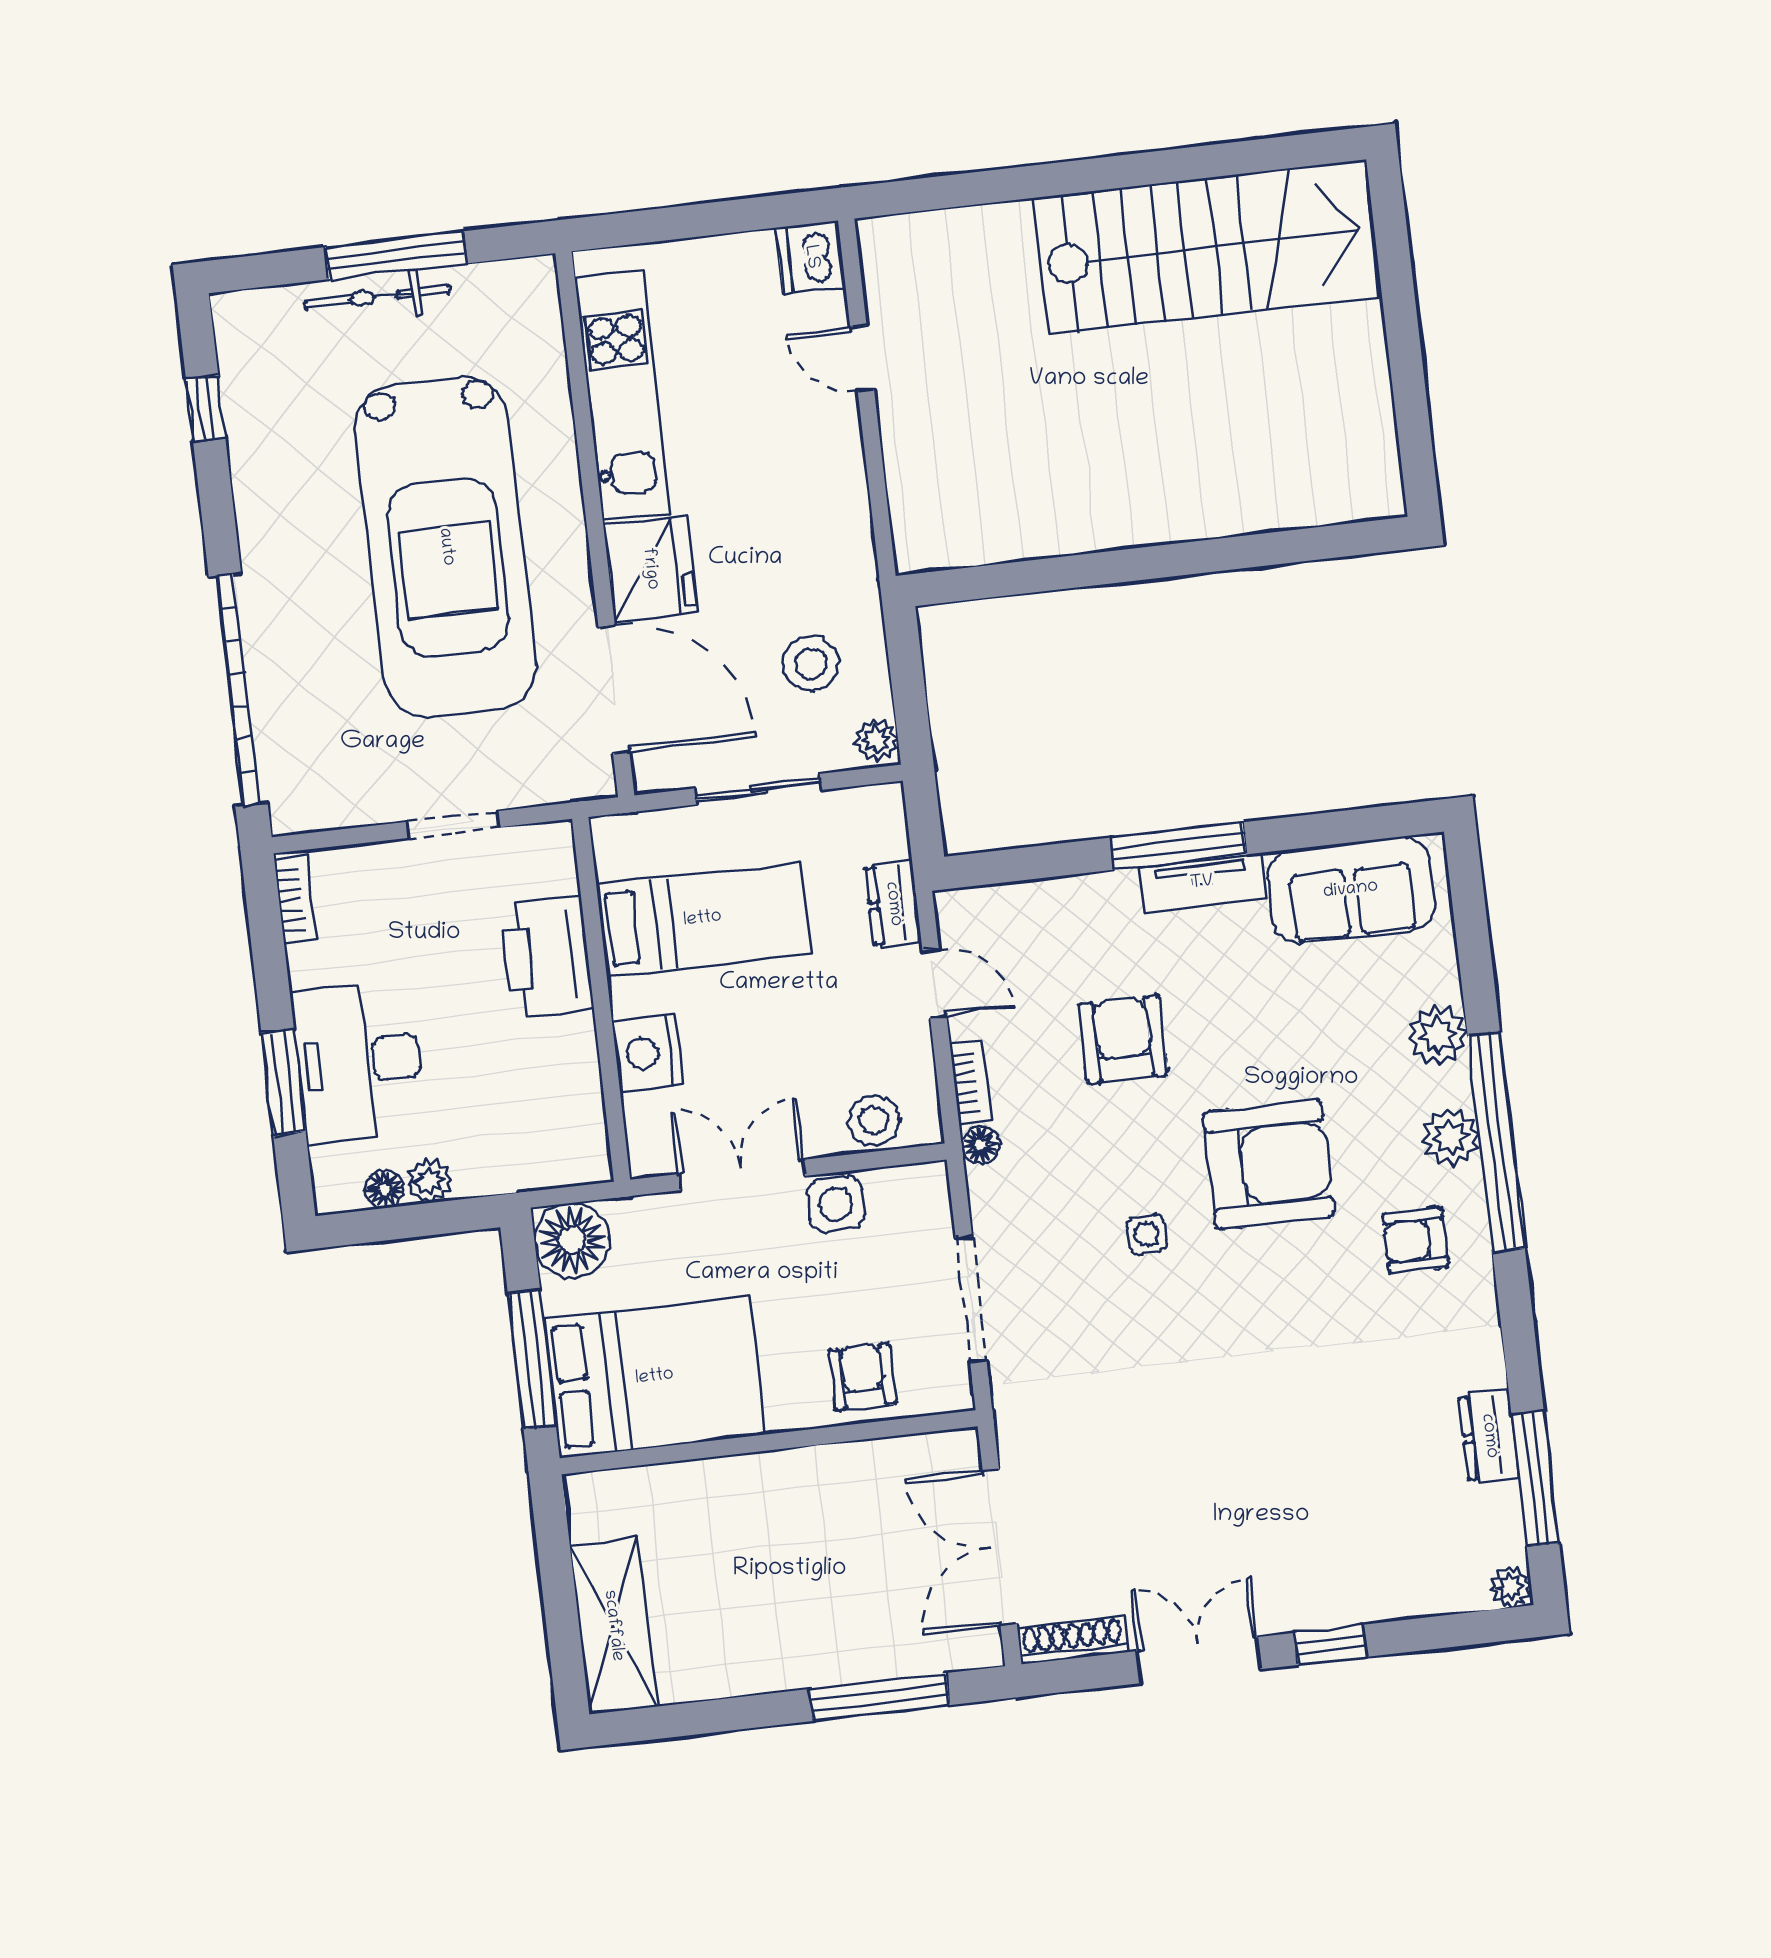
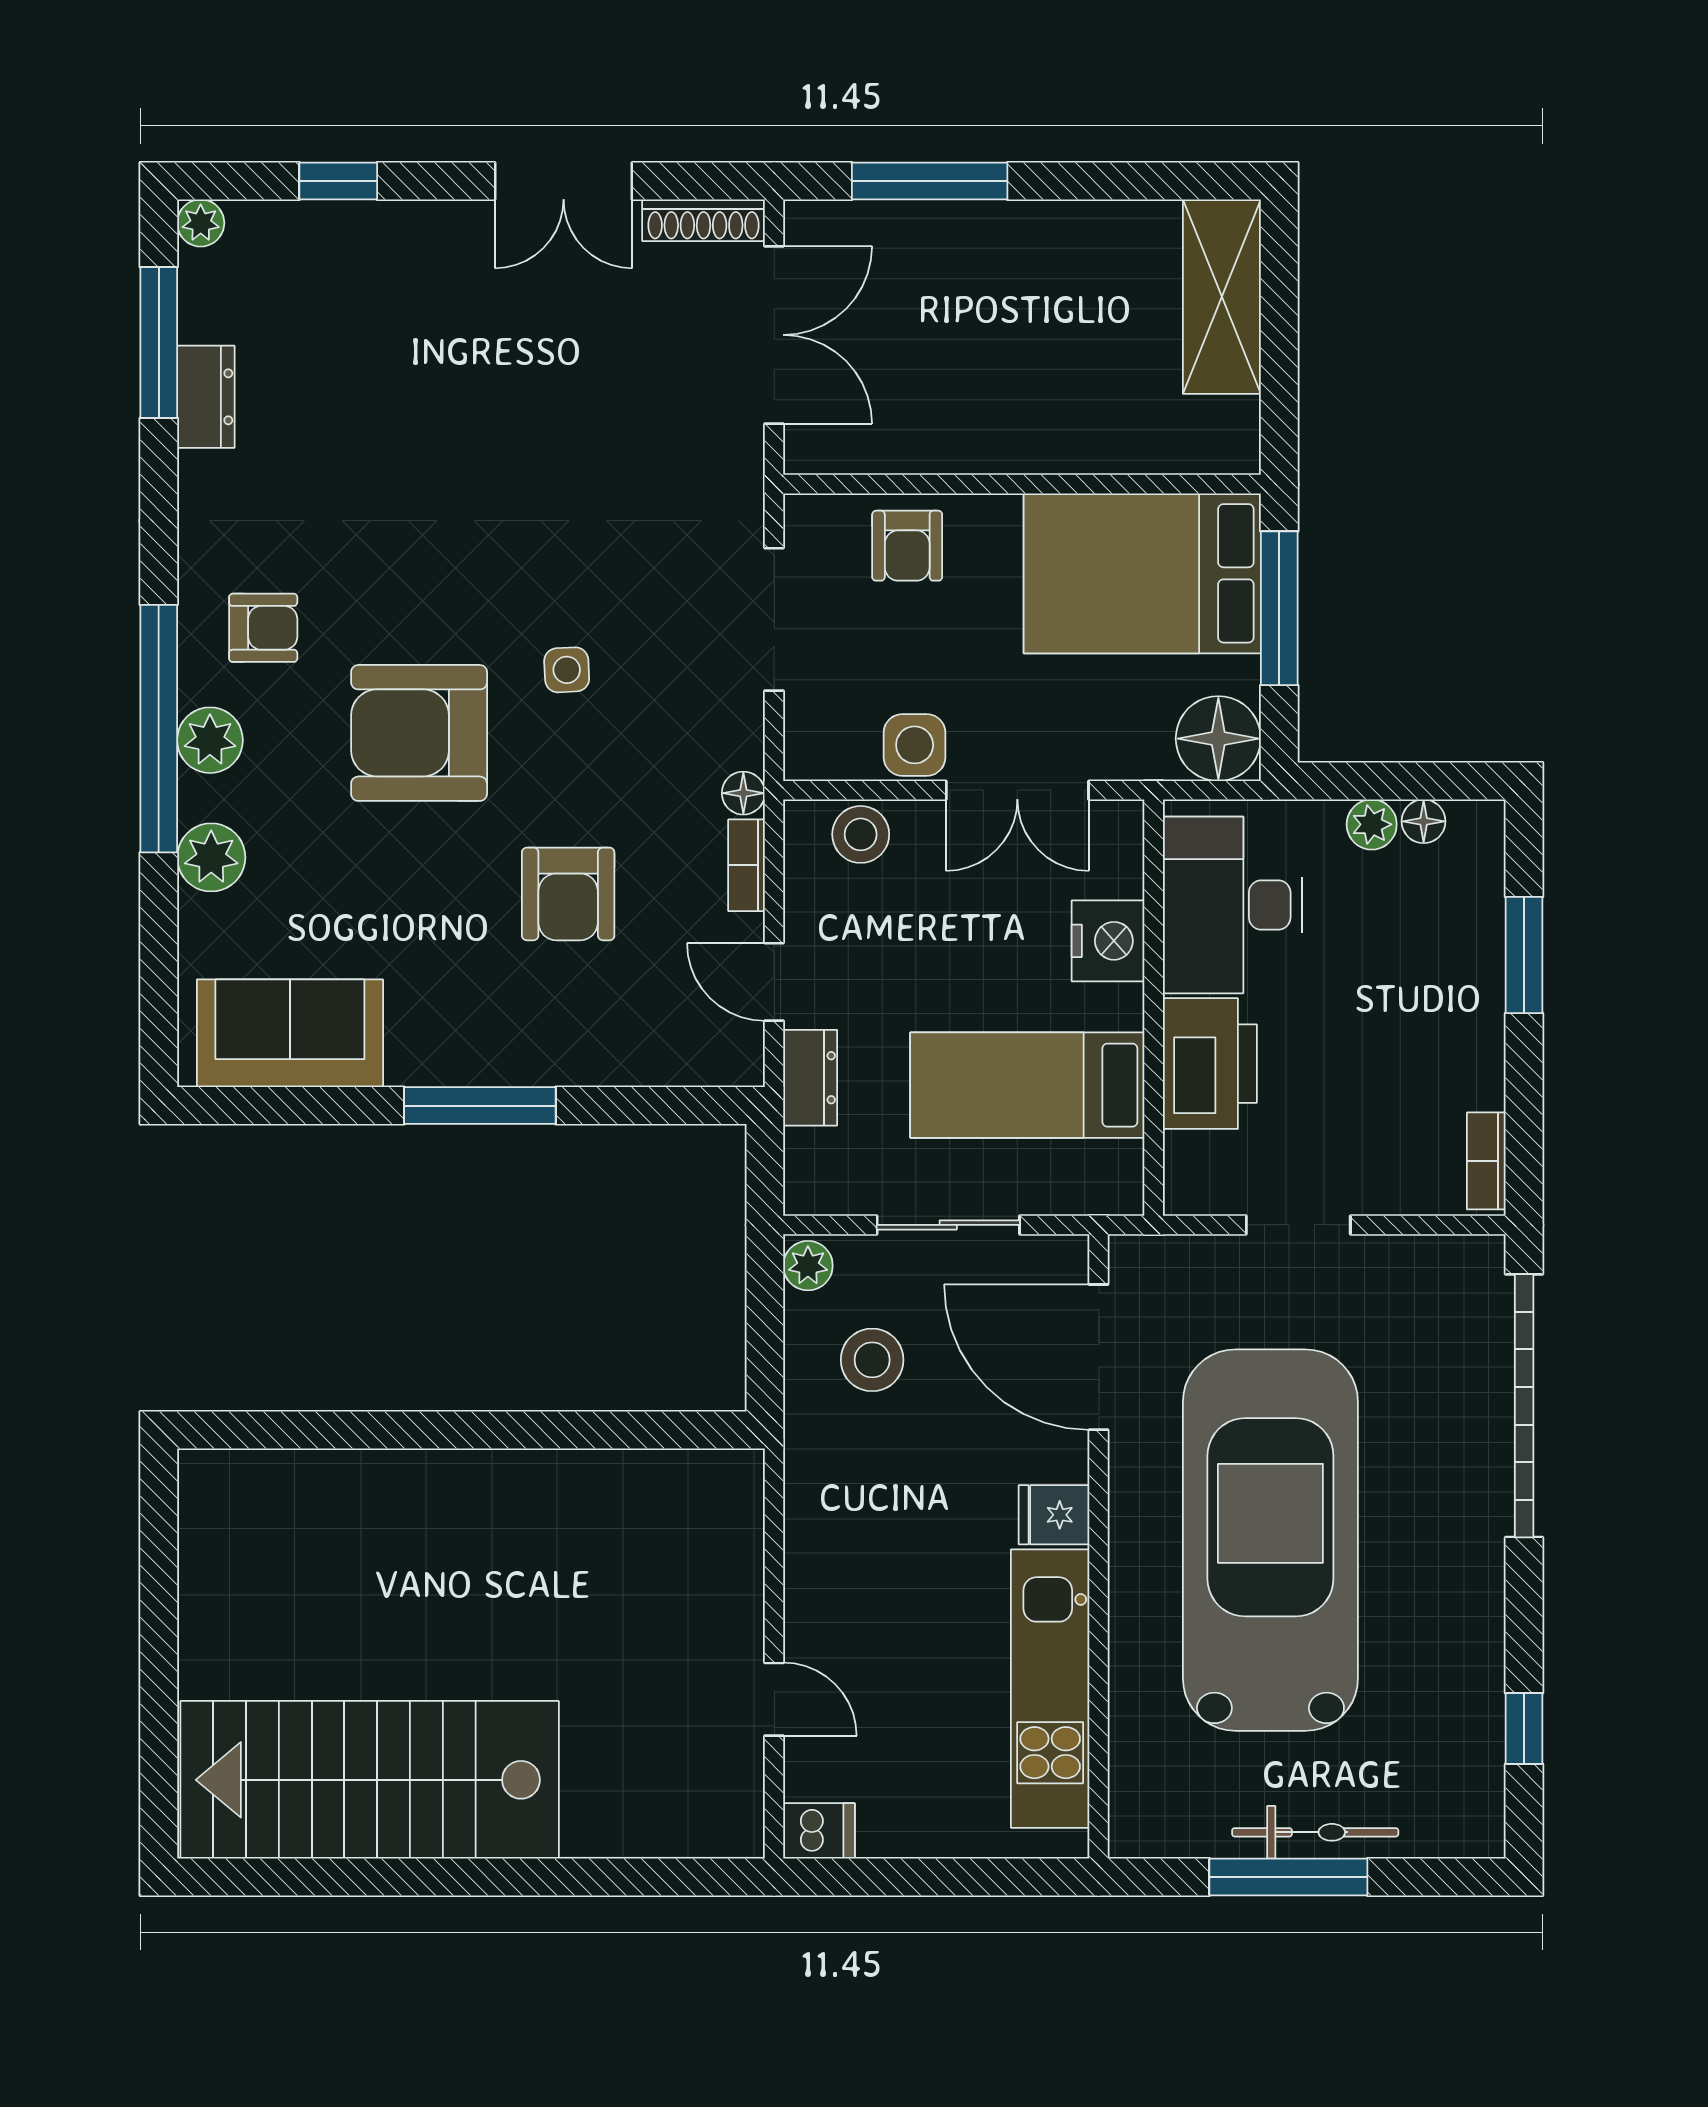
dishwasher: (811, 257) -> (819, 1831), width x0.73
fridge: (650, 569) -> (1054, 1515), width x0.53, depth x0.75
tv unit: (1202, 883) -> (458, 1061), removed
desk: (359, 1062) -> (1232, 905), moved, turned 180
window: (1330, 1645) -> (338, 181), moved

